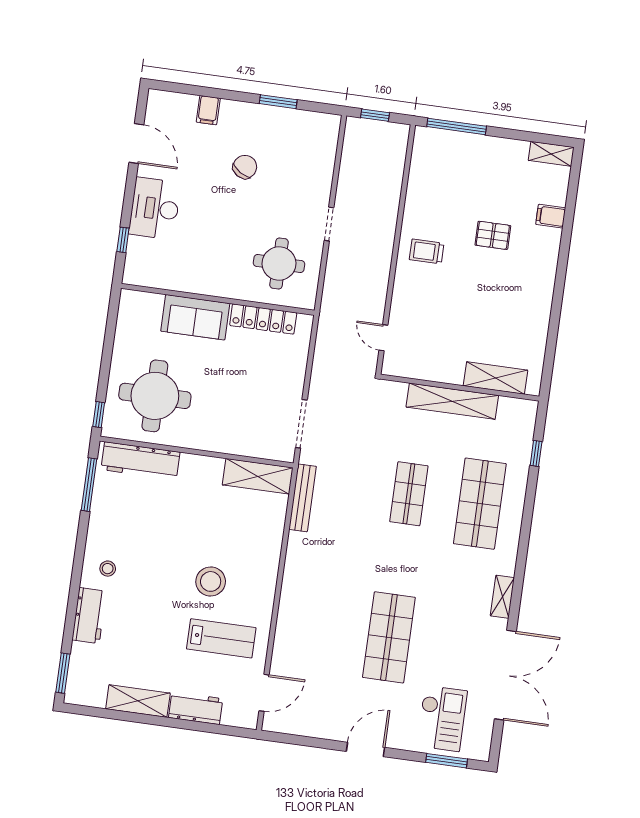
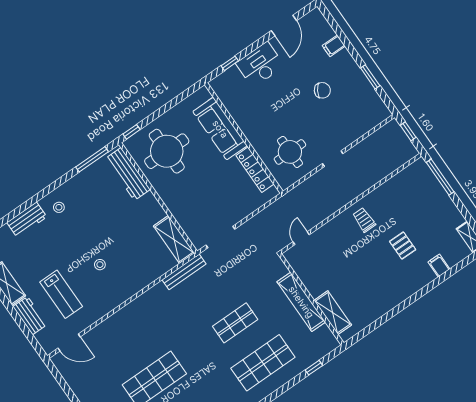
sofa: (195, 317) -> (220, 129), width x1.36
stool: (211, 581) -> (100, 265), width x0.53, depth x0.53
lab bench: (221, 638) -> (61, 294), moved

